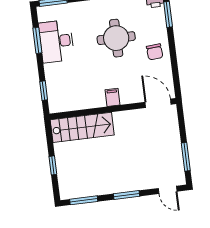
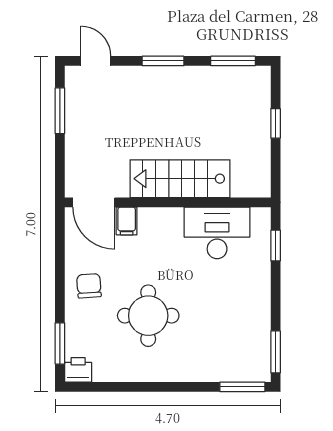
window: (37, 40) -> (276, 352), moved
desk: (56, 41) -> (217, 233), moved, turned -90
filing cabinet: (113, 97) -> (127, 221), moved
stairs: (82, 127) -> (180, 179), moved

